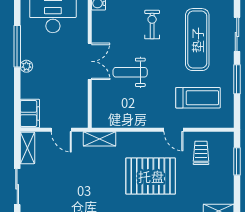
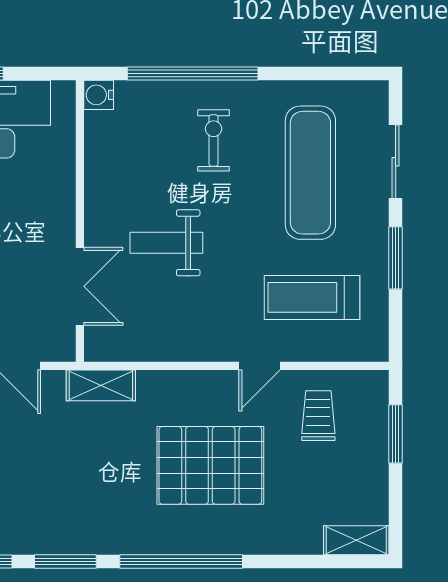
double door: (90, 61) -> (80, 286), moved
treadmill: (198, 98) -> (312, 297), turned 180
door: (174, 130) -> (259, 366), hinge flipped

